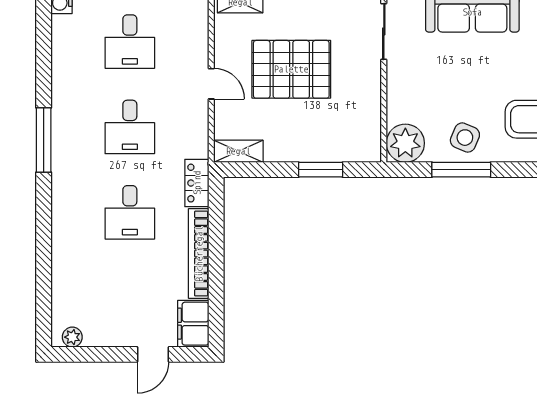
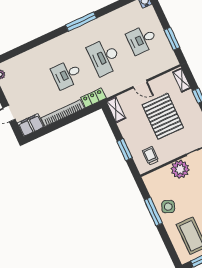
door: (211, 84) -> (140, 84), hinge flipped
trolley: (355, 126) -> (151, 156), added
desk: (130, 127) -> (104, 57), width x1.37
plant: (405, 143) -> (180, 169), moved

